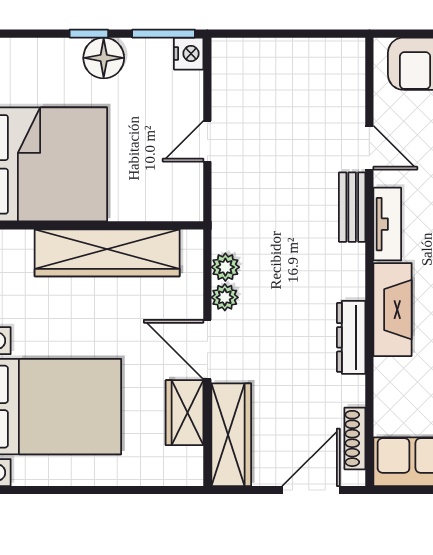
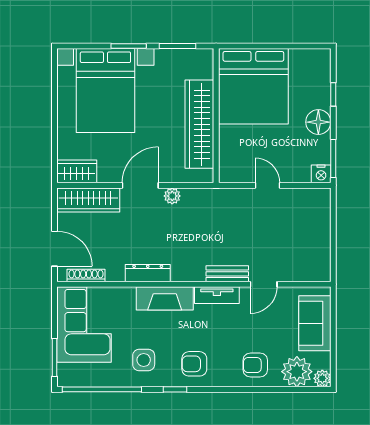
window: (89, 34) -> (333, 94), moved
plant: (225, 267) -> (191, 196), removed
wardrobe: (185, 413) -> (77, 171), moved

